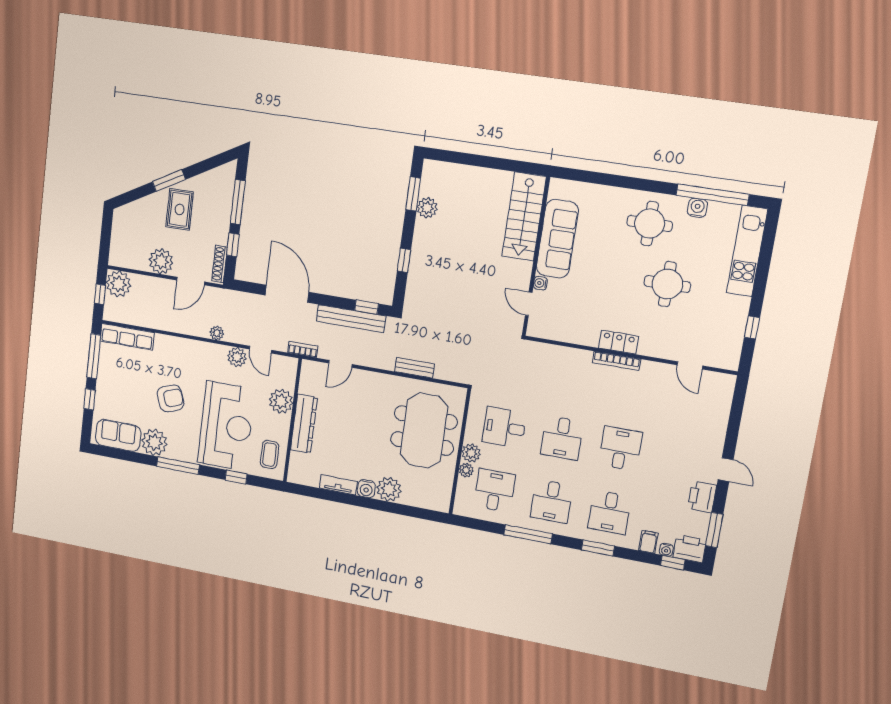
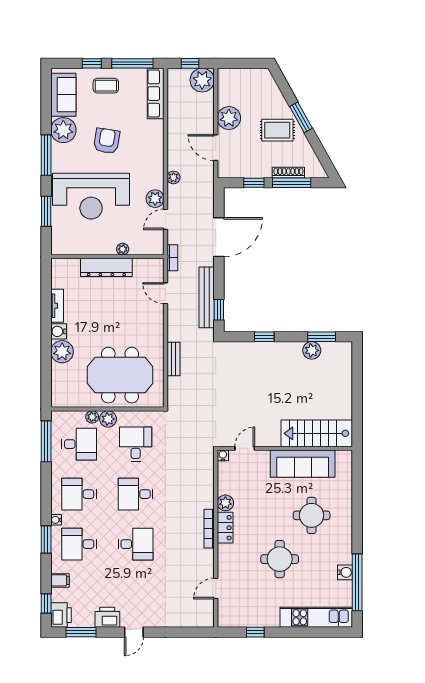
round table: (650, 223) -> (312, 515), moved
shoe rack: (220, 264) -> (288, 173), moved
water cooler: (540, 283) -> (223, 455), moved
plant: (589, 337) -> (225, 503), added
armchair: (170, 398) -> (107, 141), turned -151
plant: (281, 401) -> (123, 249), width x0.53, depth x0.53
coffee table: (270, 454) -> (106, 86), moved
window: (236, 477) -> (46, 211), width x1.50
window: (528, 534) -> (46, 441), moved
water cooler: (666, 550) -> (56, 520), moved

